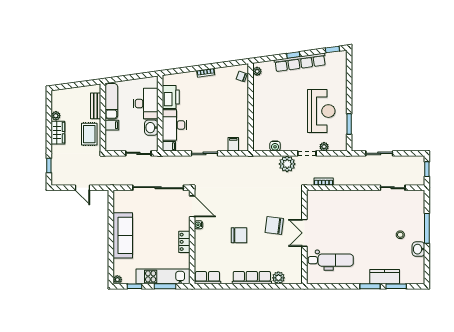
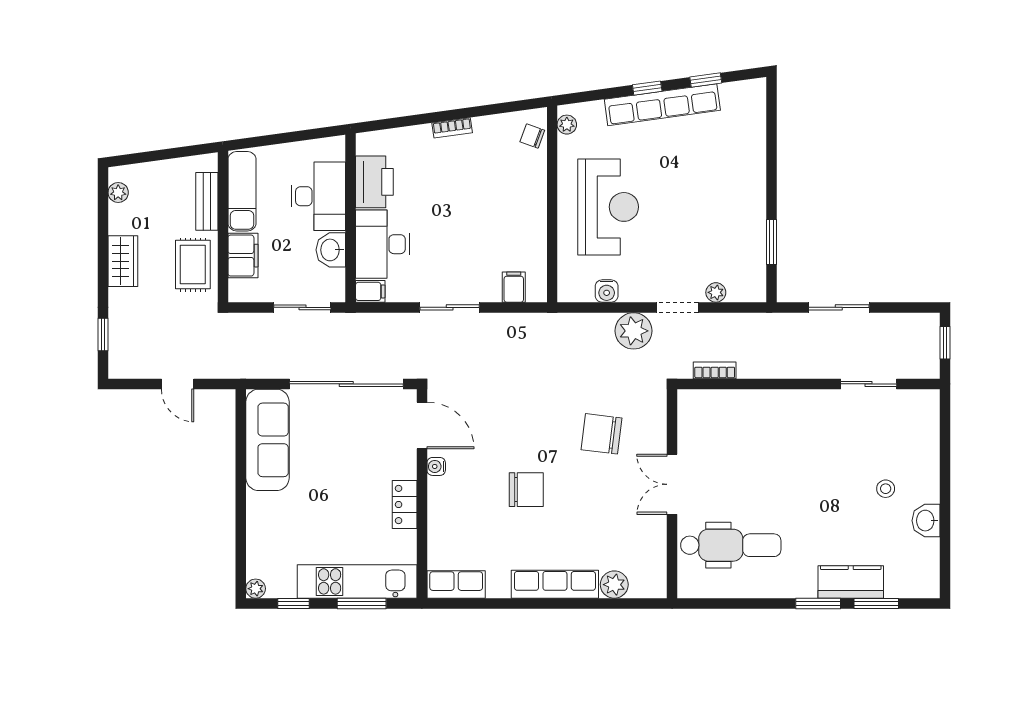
window: (332, 50) -> (706, 80), moved
reception desk: (321, 111) -> (608, 207), moved
plant: (56, 116) -> (118, 193), moved
filing cabinet: (112, 125) -> (243, 256), width x2.00
chair: (274, 225) -> (602, 434), moved
window: (427, 228) -> (945, 475), removed
sofa: (123, 235) -> (268, 440), moved

